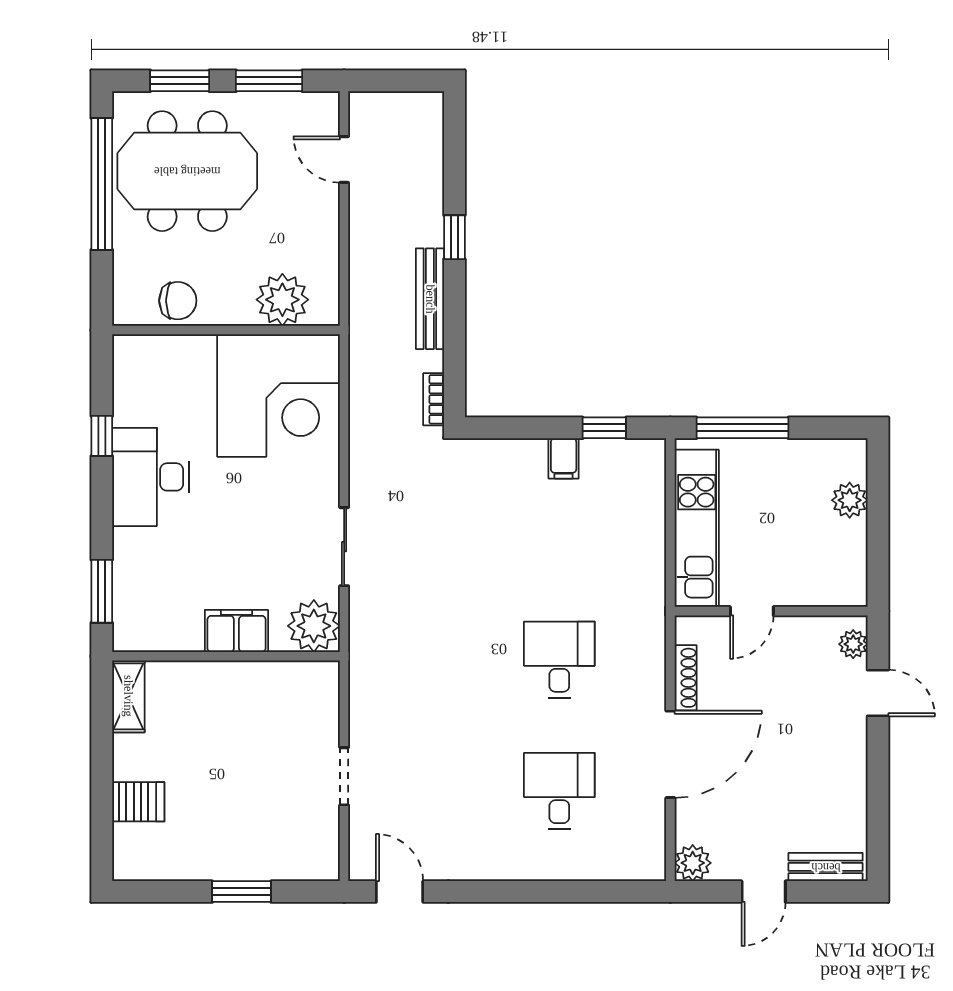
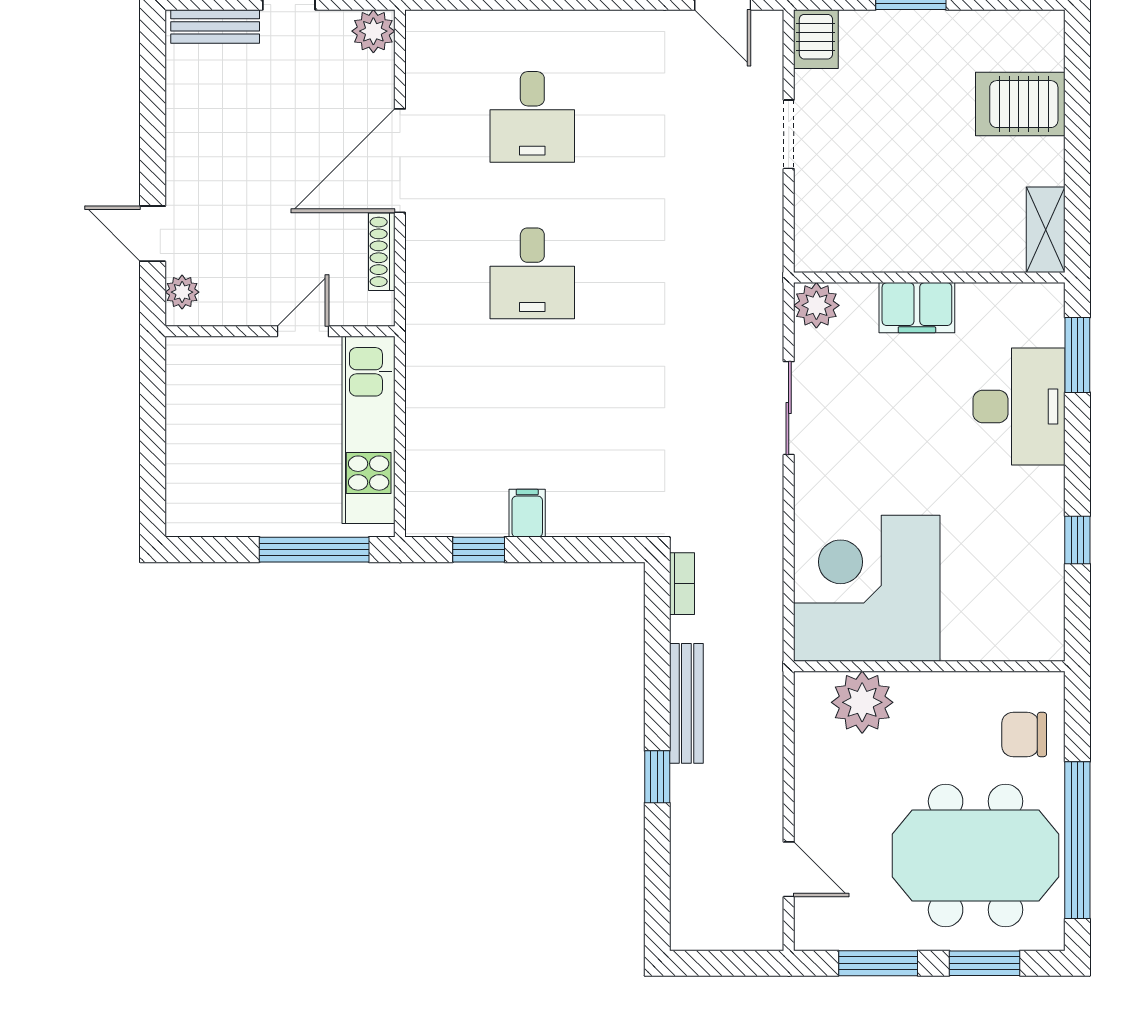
chair: (178, 301) -> (1024, 734), moved
desk: (151, 477) -> (1019, 406), moved
plant: (850, 500) -> (186, 463), removed
plant: (314, 626) -> (816, 305), width x0.73, depth x0.73
server rack: (138, 802) -> (1020, 104), width x1.36, depth x1.44
server rack: (321, 856) -> (816, 39), added

